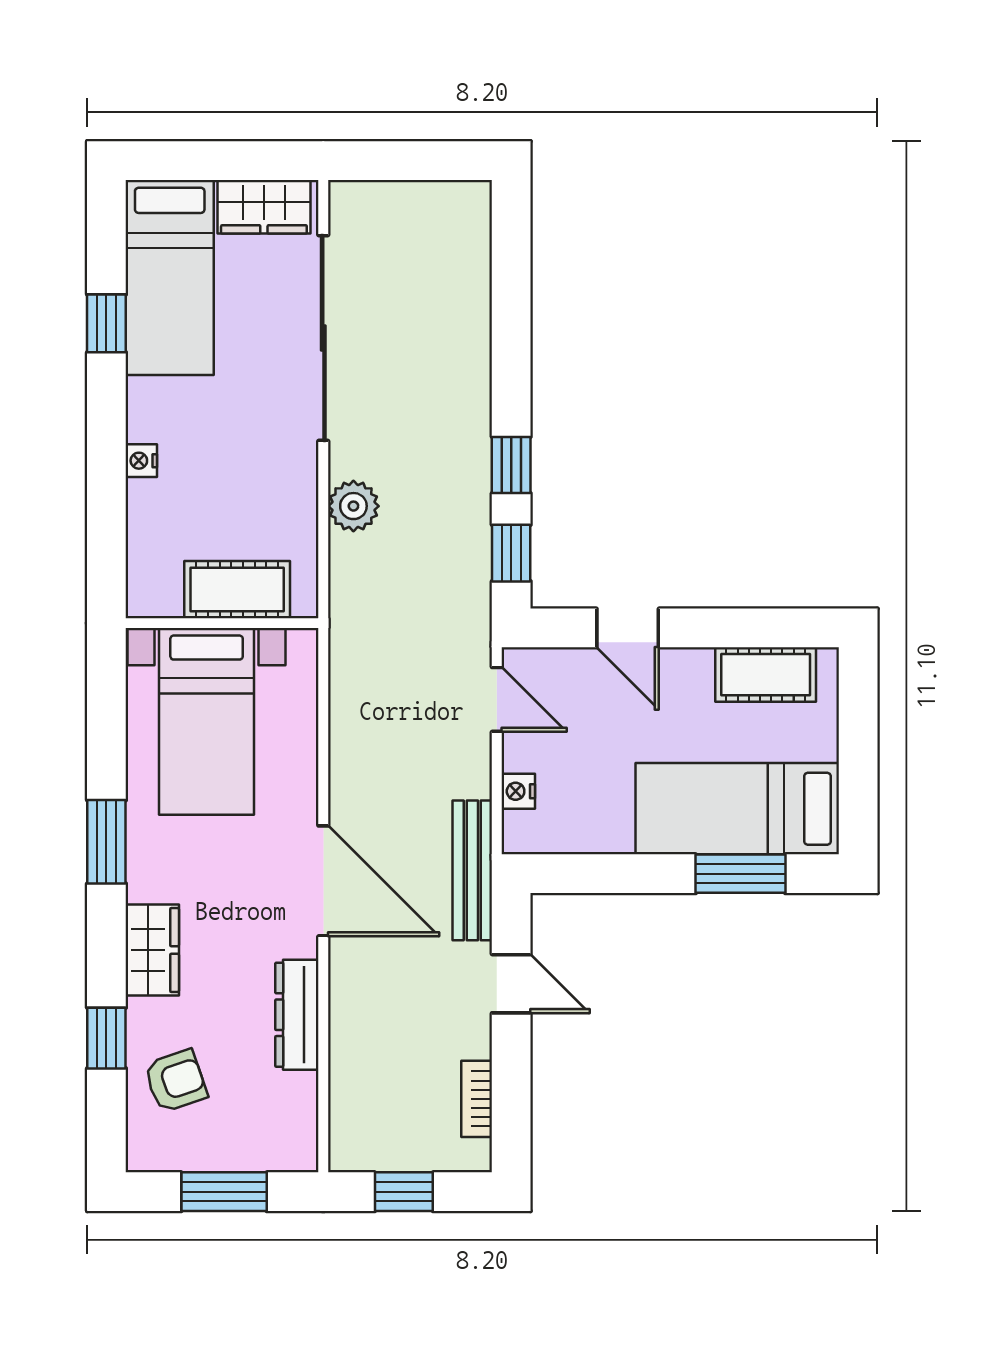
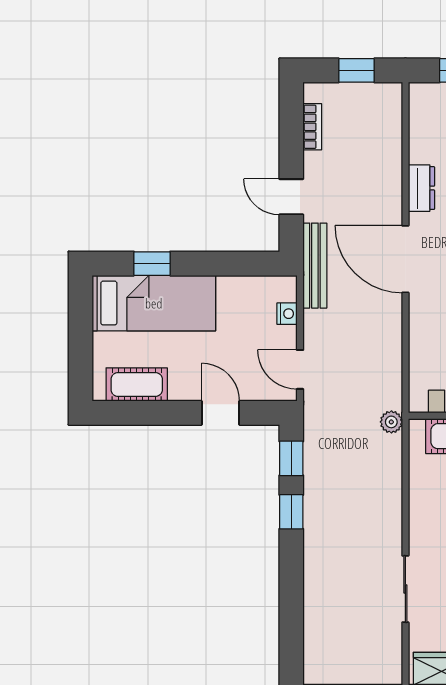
sliding door: (323, 338) -> (405, 589), width x0.54
plant: (353, 506) -> (391, 422), moved, width x0.73, depth x0.73
window: (740, 874) -> (152, 264), width x0.67
dresser: (297, 1015) -> (421, 188), width x0.70

